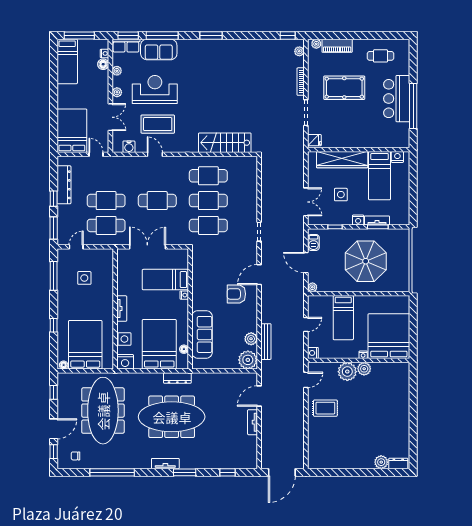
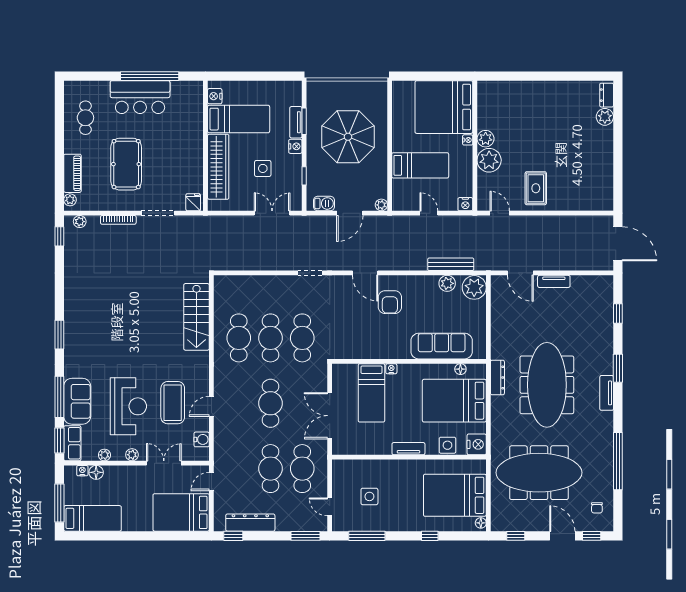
reception desk: (155, 89) -> (128, 406), turned 180
window: (54, 199) -> (233, 536), moved

